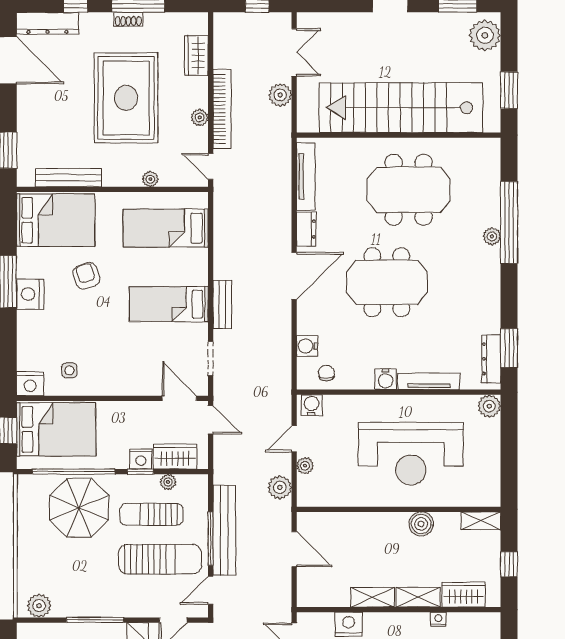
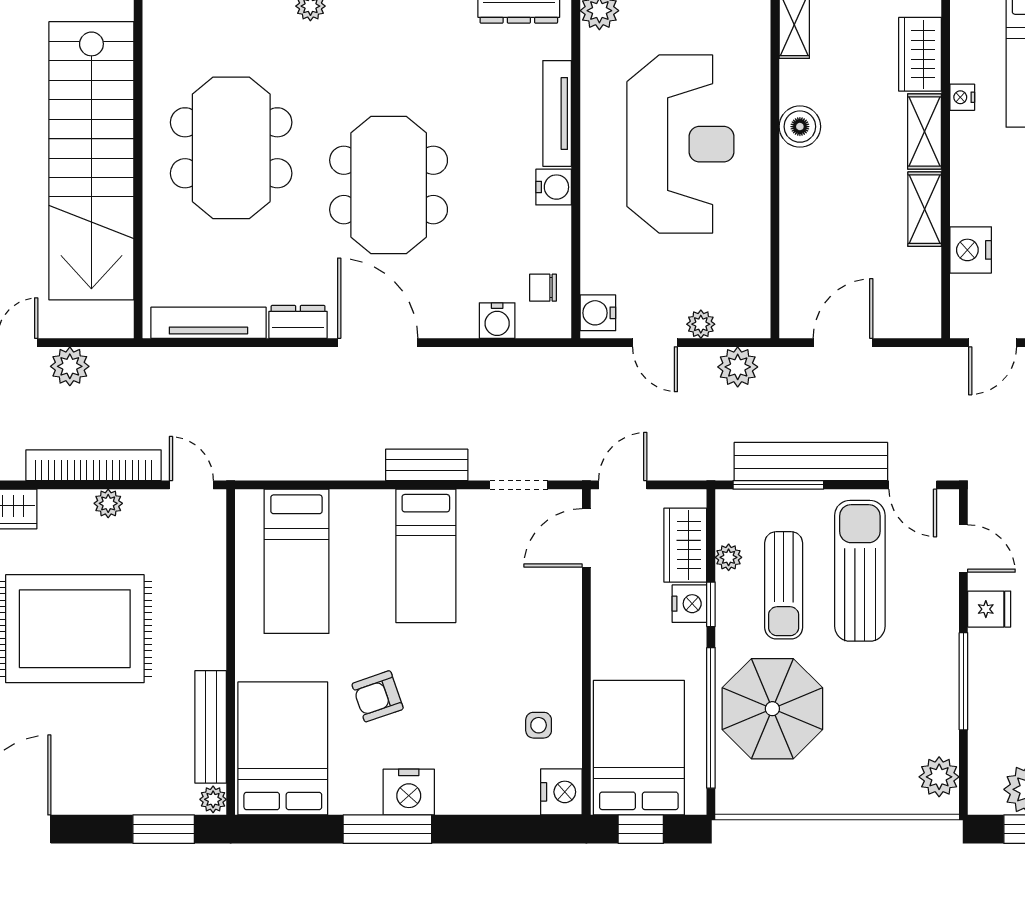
door: (211, 166) -> (191, 485), swing flipped
plant: (150, 179) -> (213, 799), moved
window: (211, 539) -> (778, 485), moved

